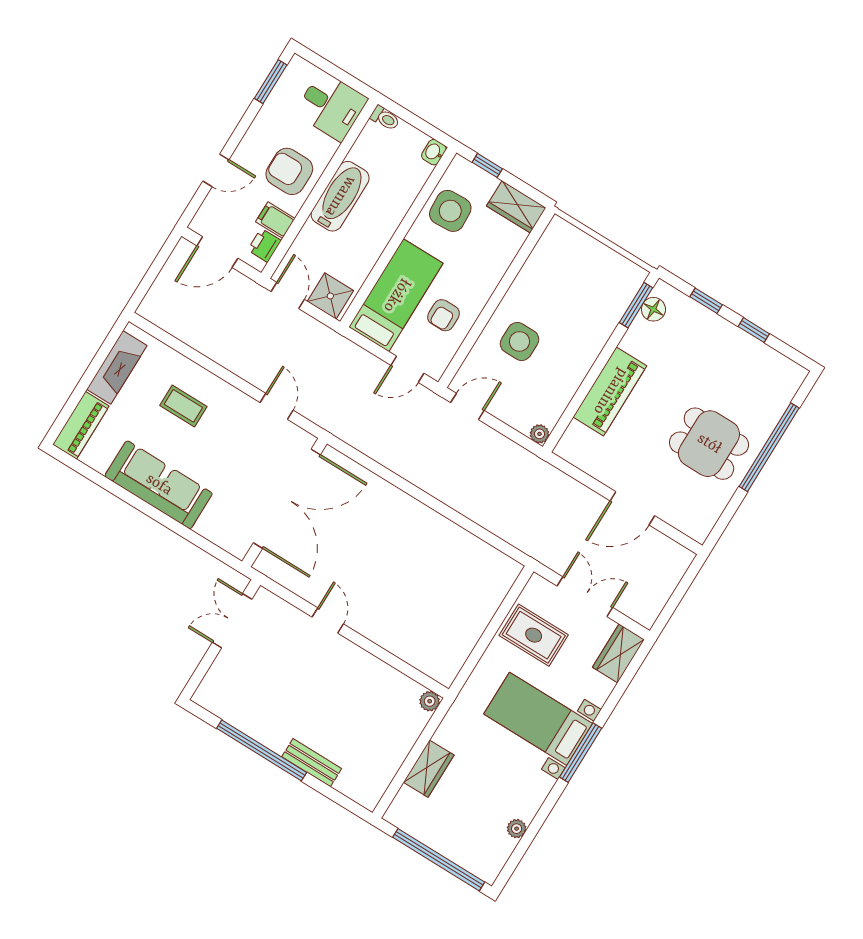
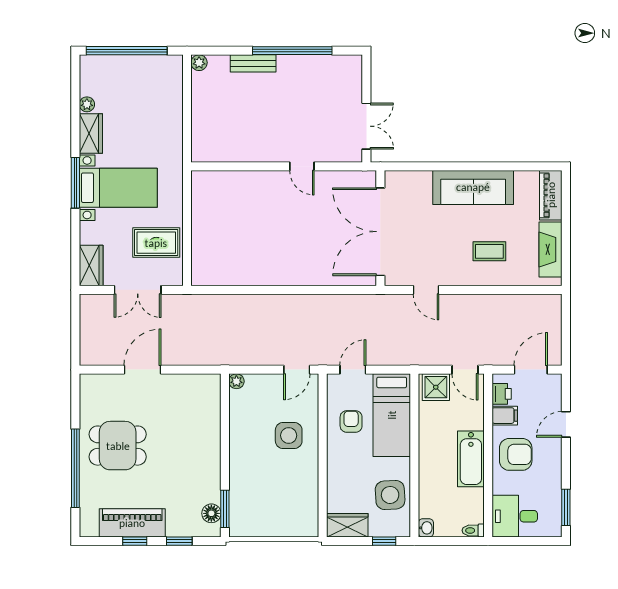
piano: (610, 391) -> (132, 523), moved, turned 90
plant: (430, 701) -> (199, 63), moved
wardrobe: (429, 769) -> (91, 133), moved, turned 180

